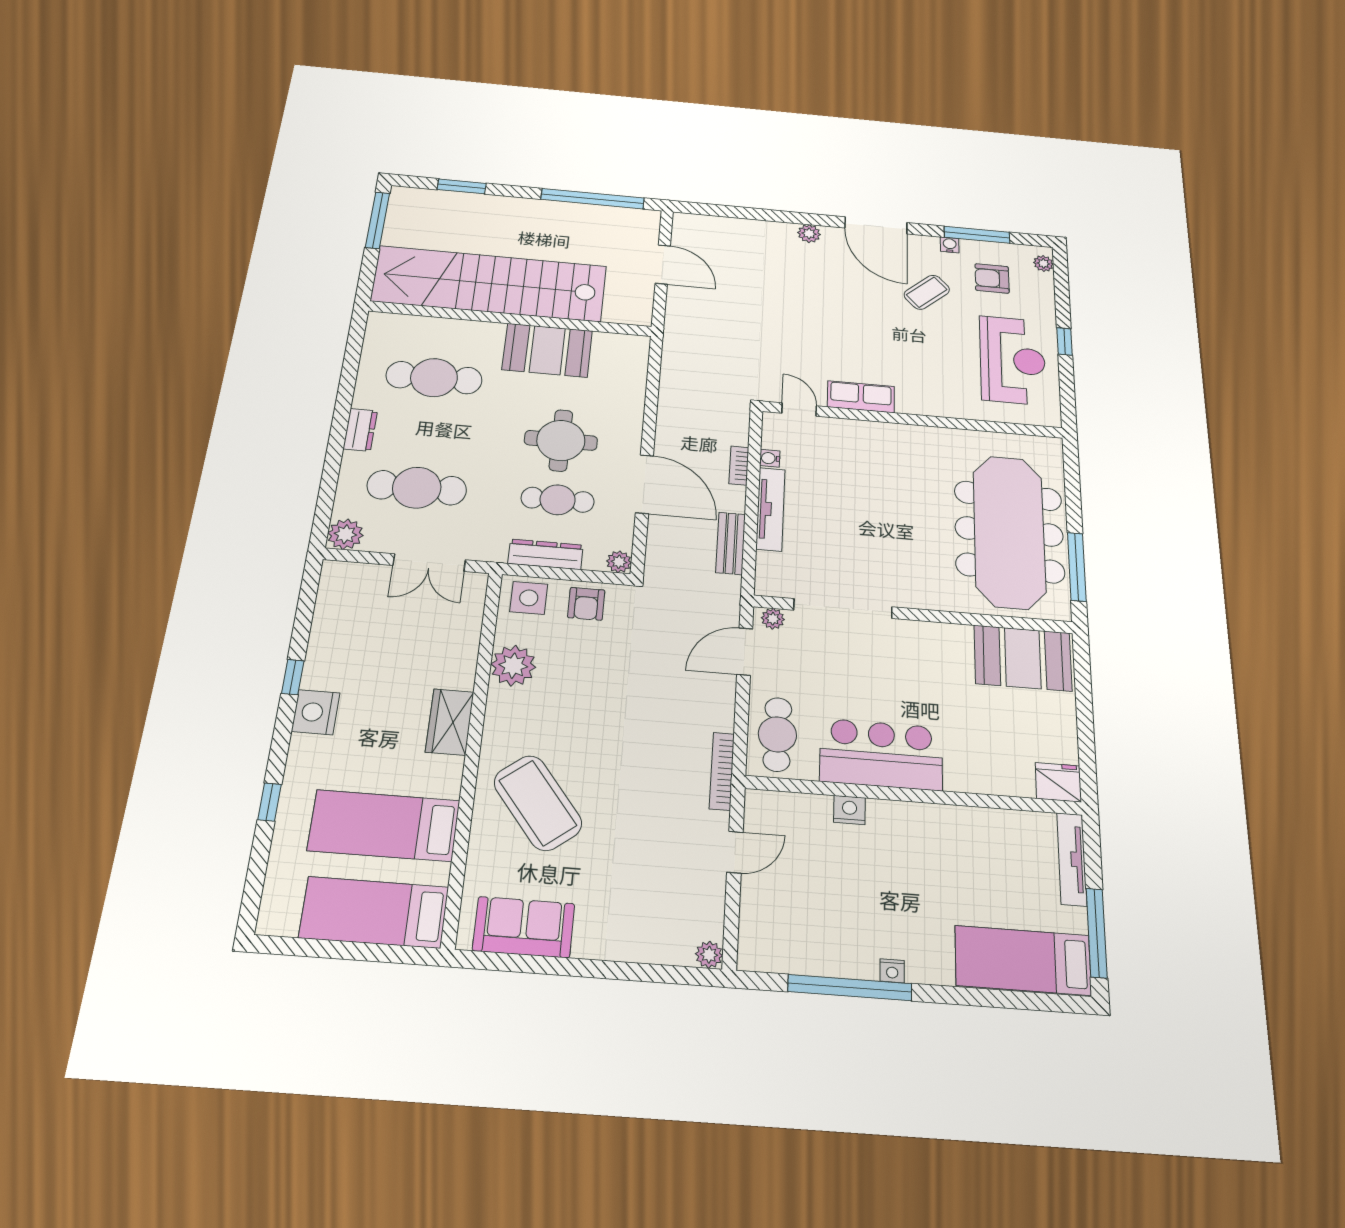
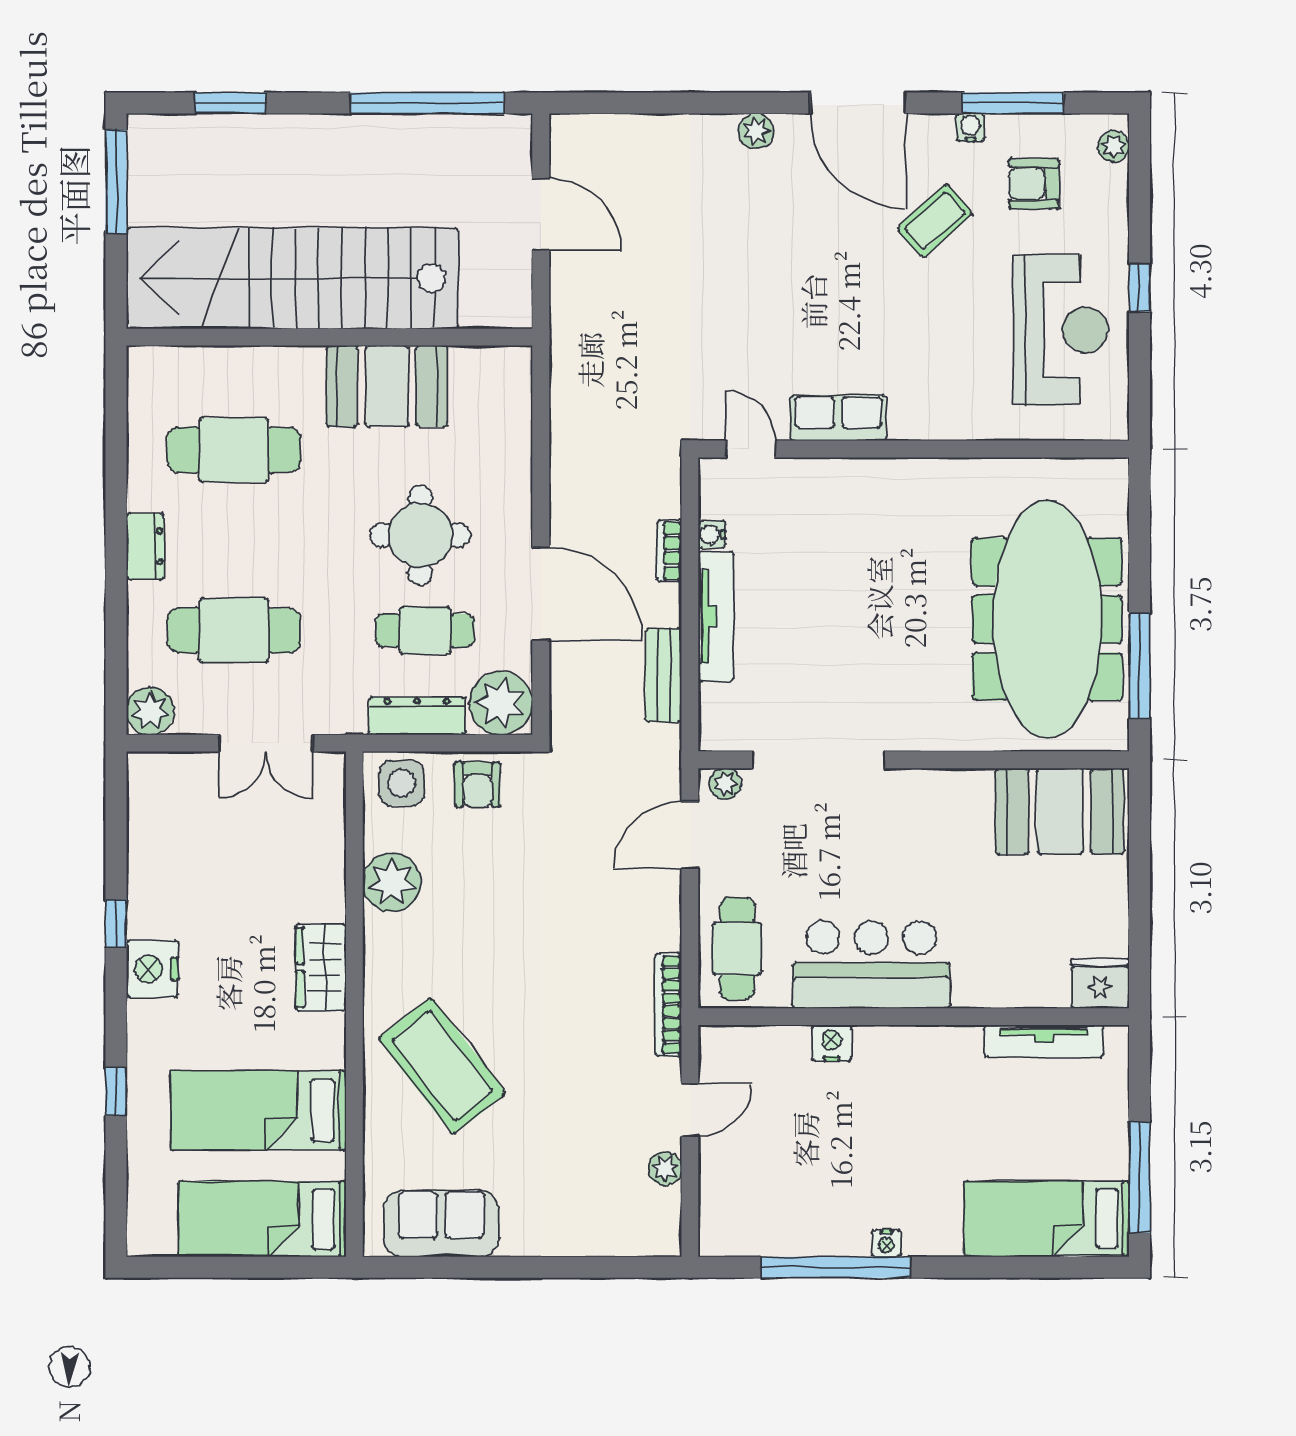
plant: (619, 562) -> (501, 703), width x1.88, depth x1.88
tv unit: (1072, 859) -> (1044, 1041), moved, turned -90
plant: (709, 955) -> (665, 1169), moved

